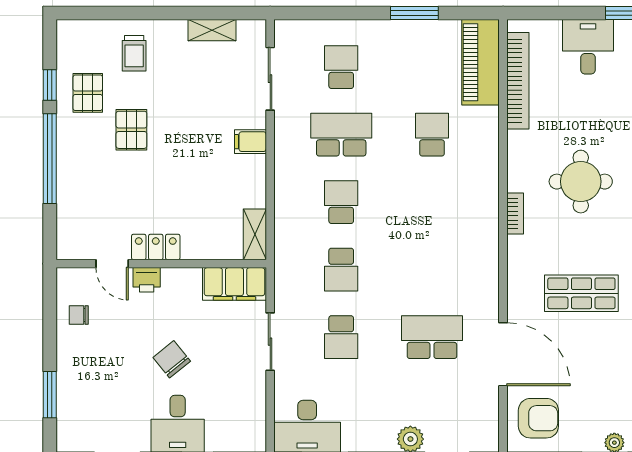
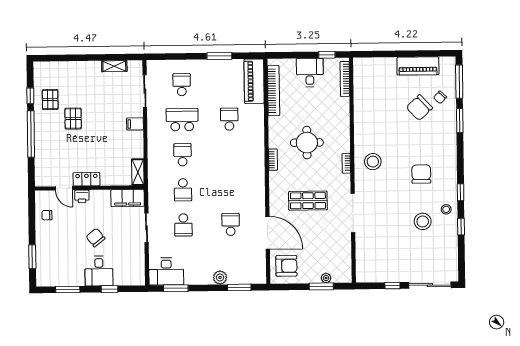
trolley: (134, 53) -> (74, 79), removed
school desk: (432, 337) -> (231, 224), width x0.54

